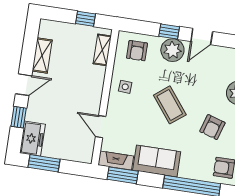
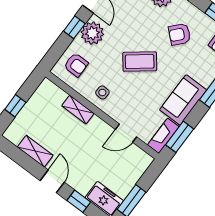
window: (86, 19) -> (15, 106), moved
shelving: (102, 50) -> (78, 110), moved
armchair: (212, 127) -> (180, 34), turned 115

